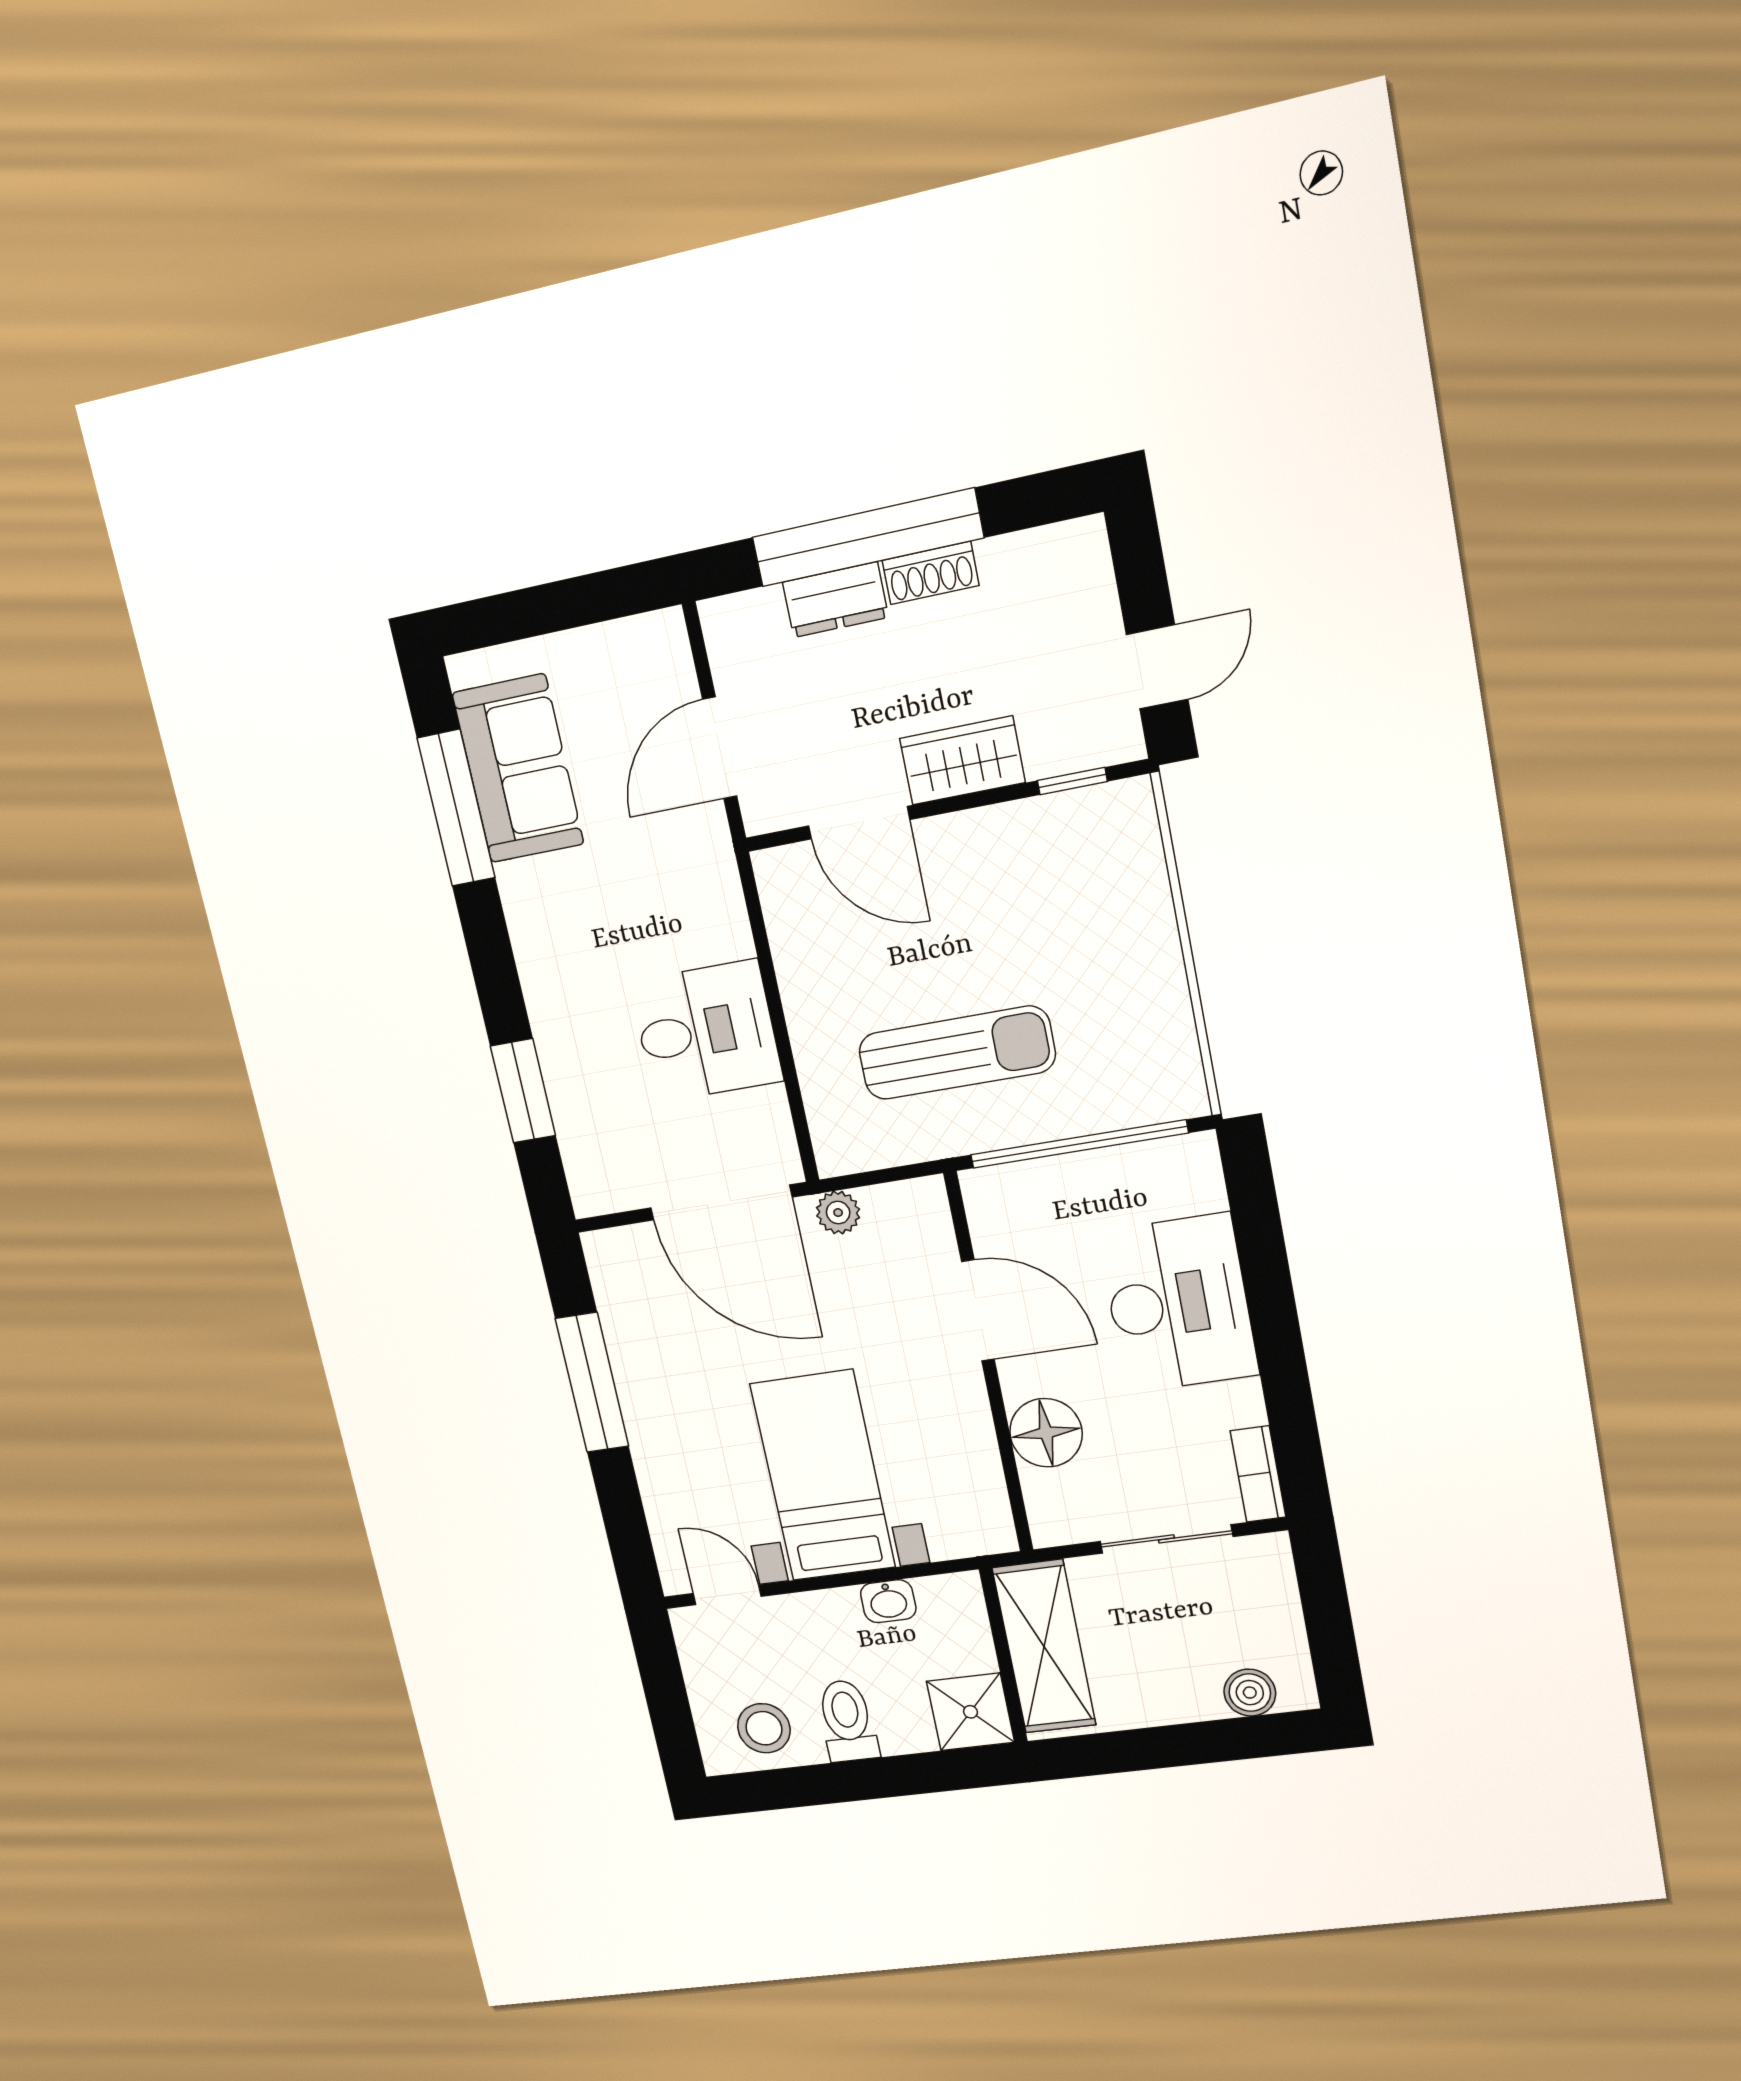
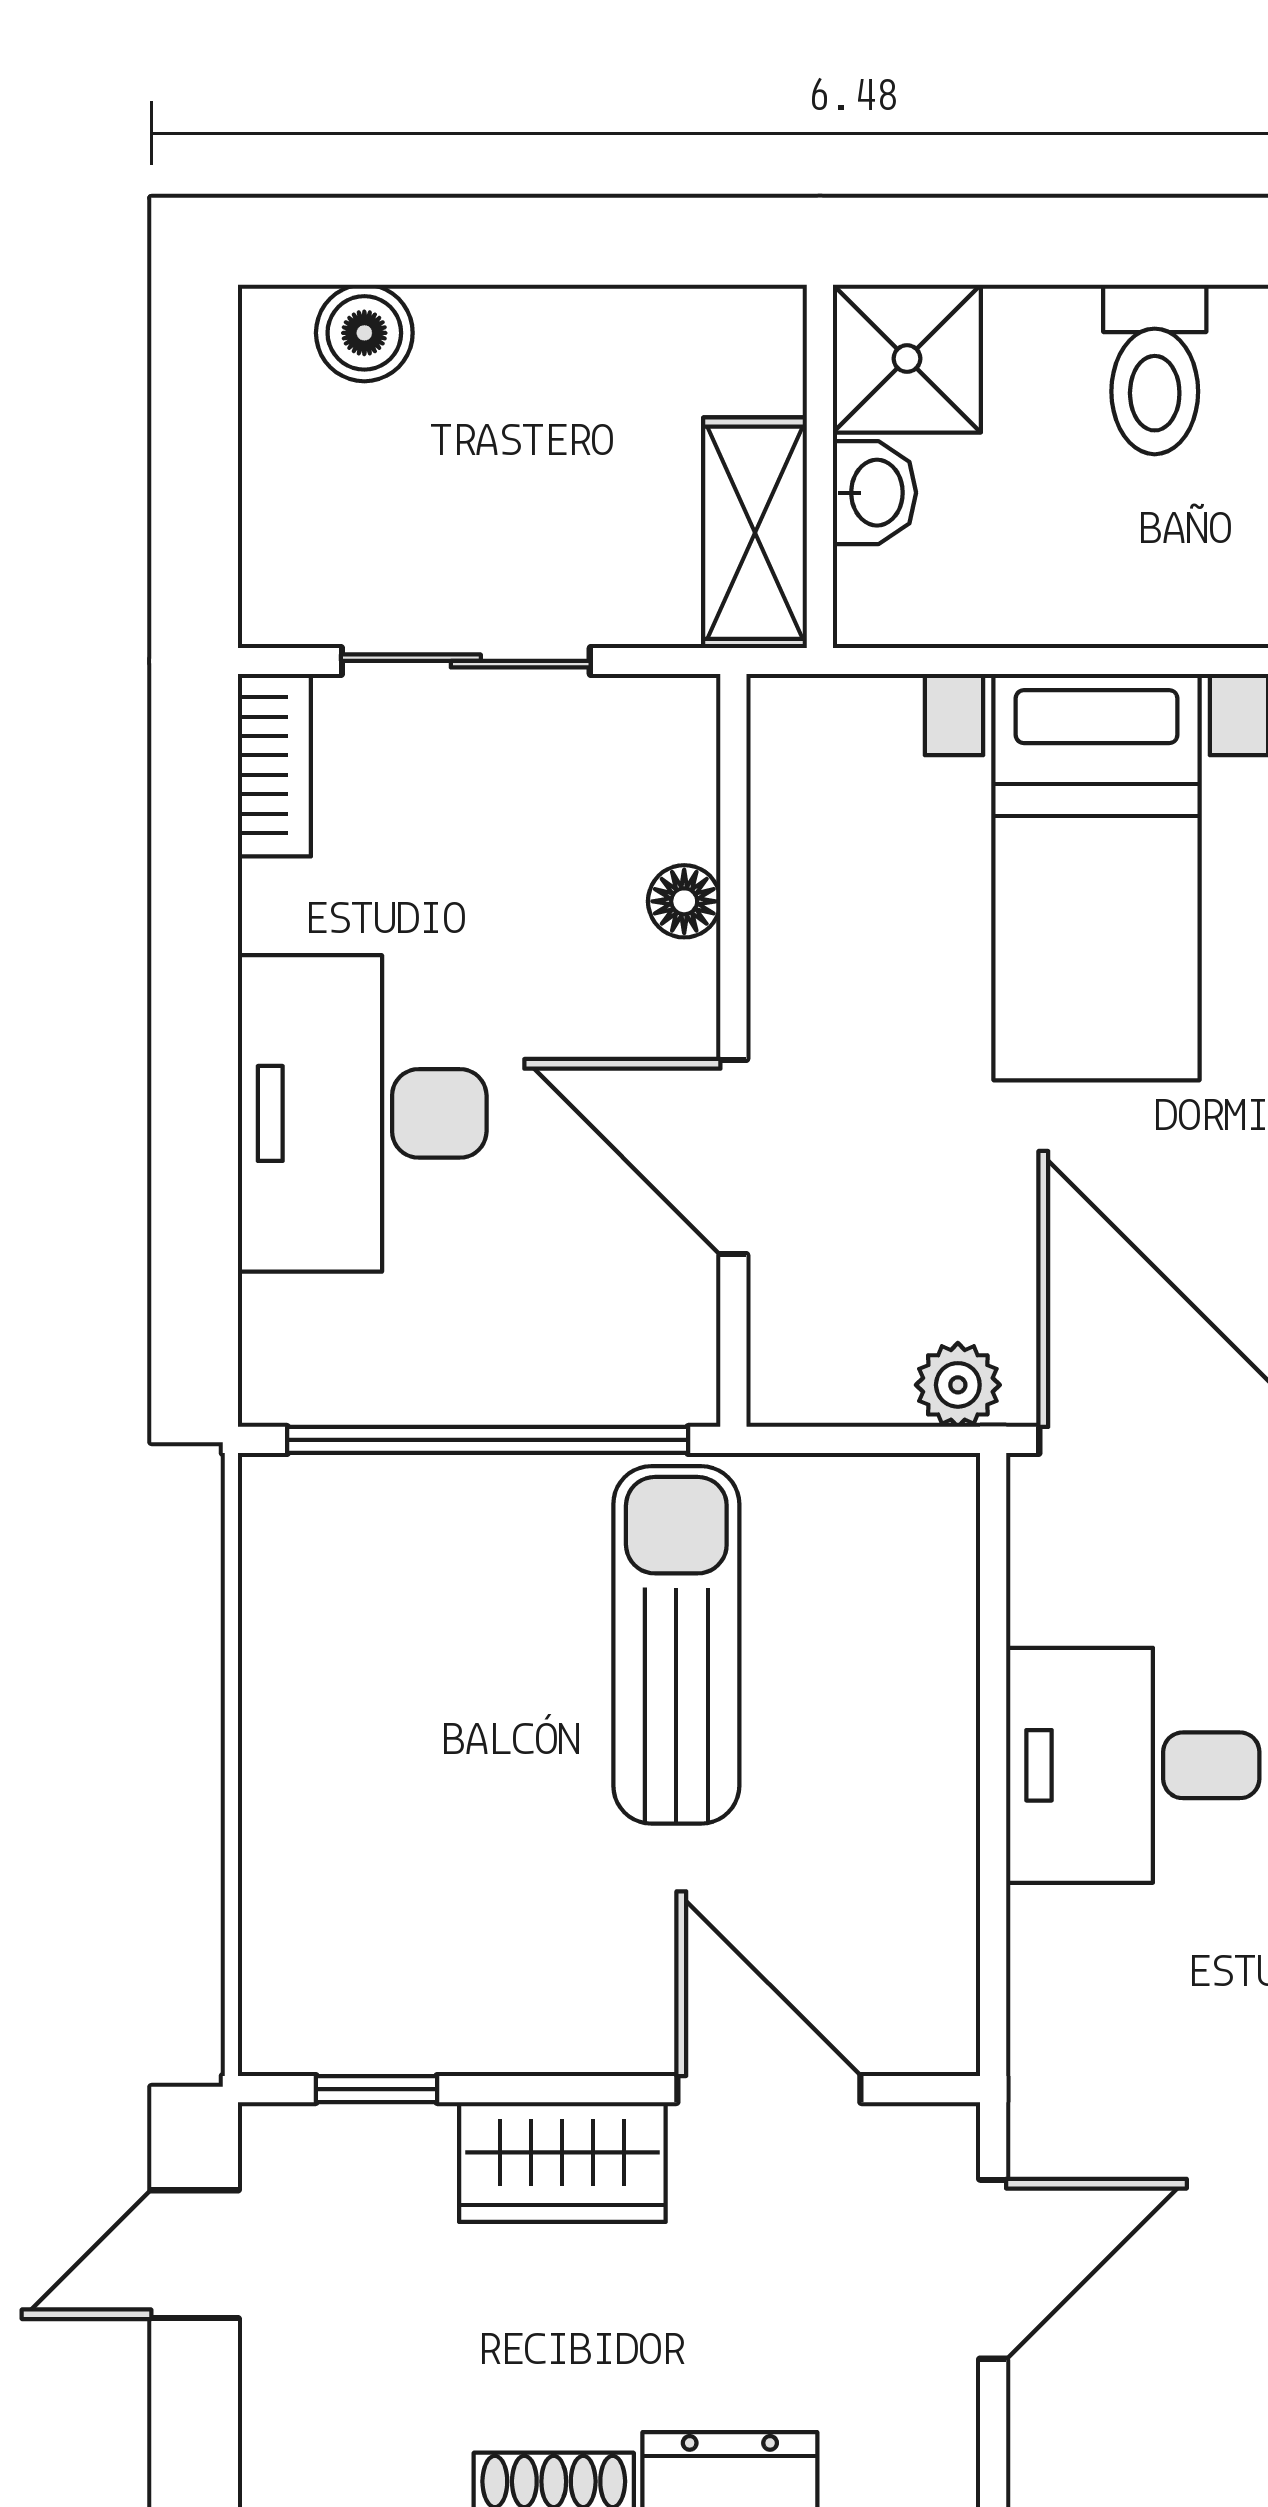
sun lounger: (957, 1053) -> (676, 1645), turned 90
floor lamp: (1046, 1433) -> (684, 901), width x0.53, depth x0.53
washbasin: (888, 1601) -> (874, 493), moved, turned 90
shelving: (1044, 1647) -> (755, 533), width x0.67, depth x0.75

